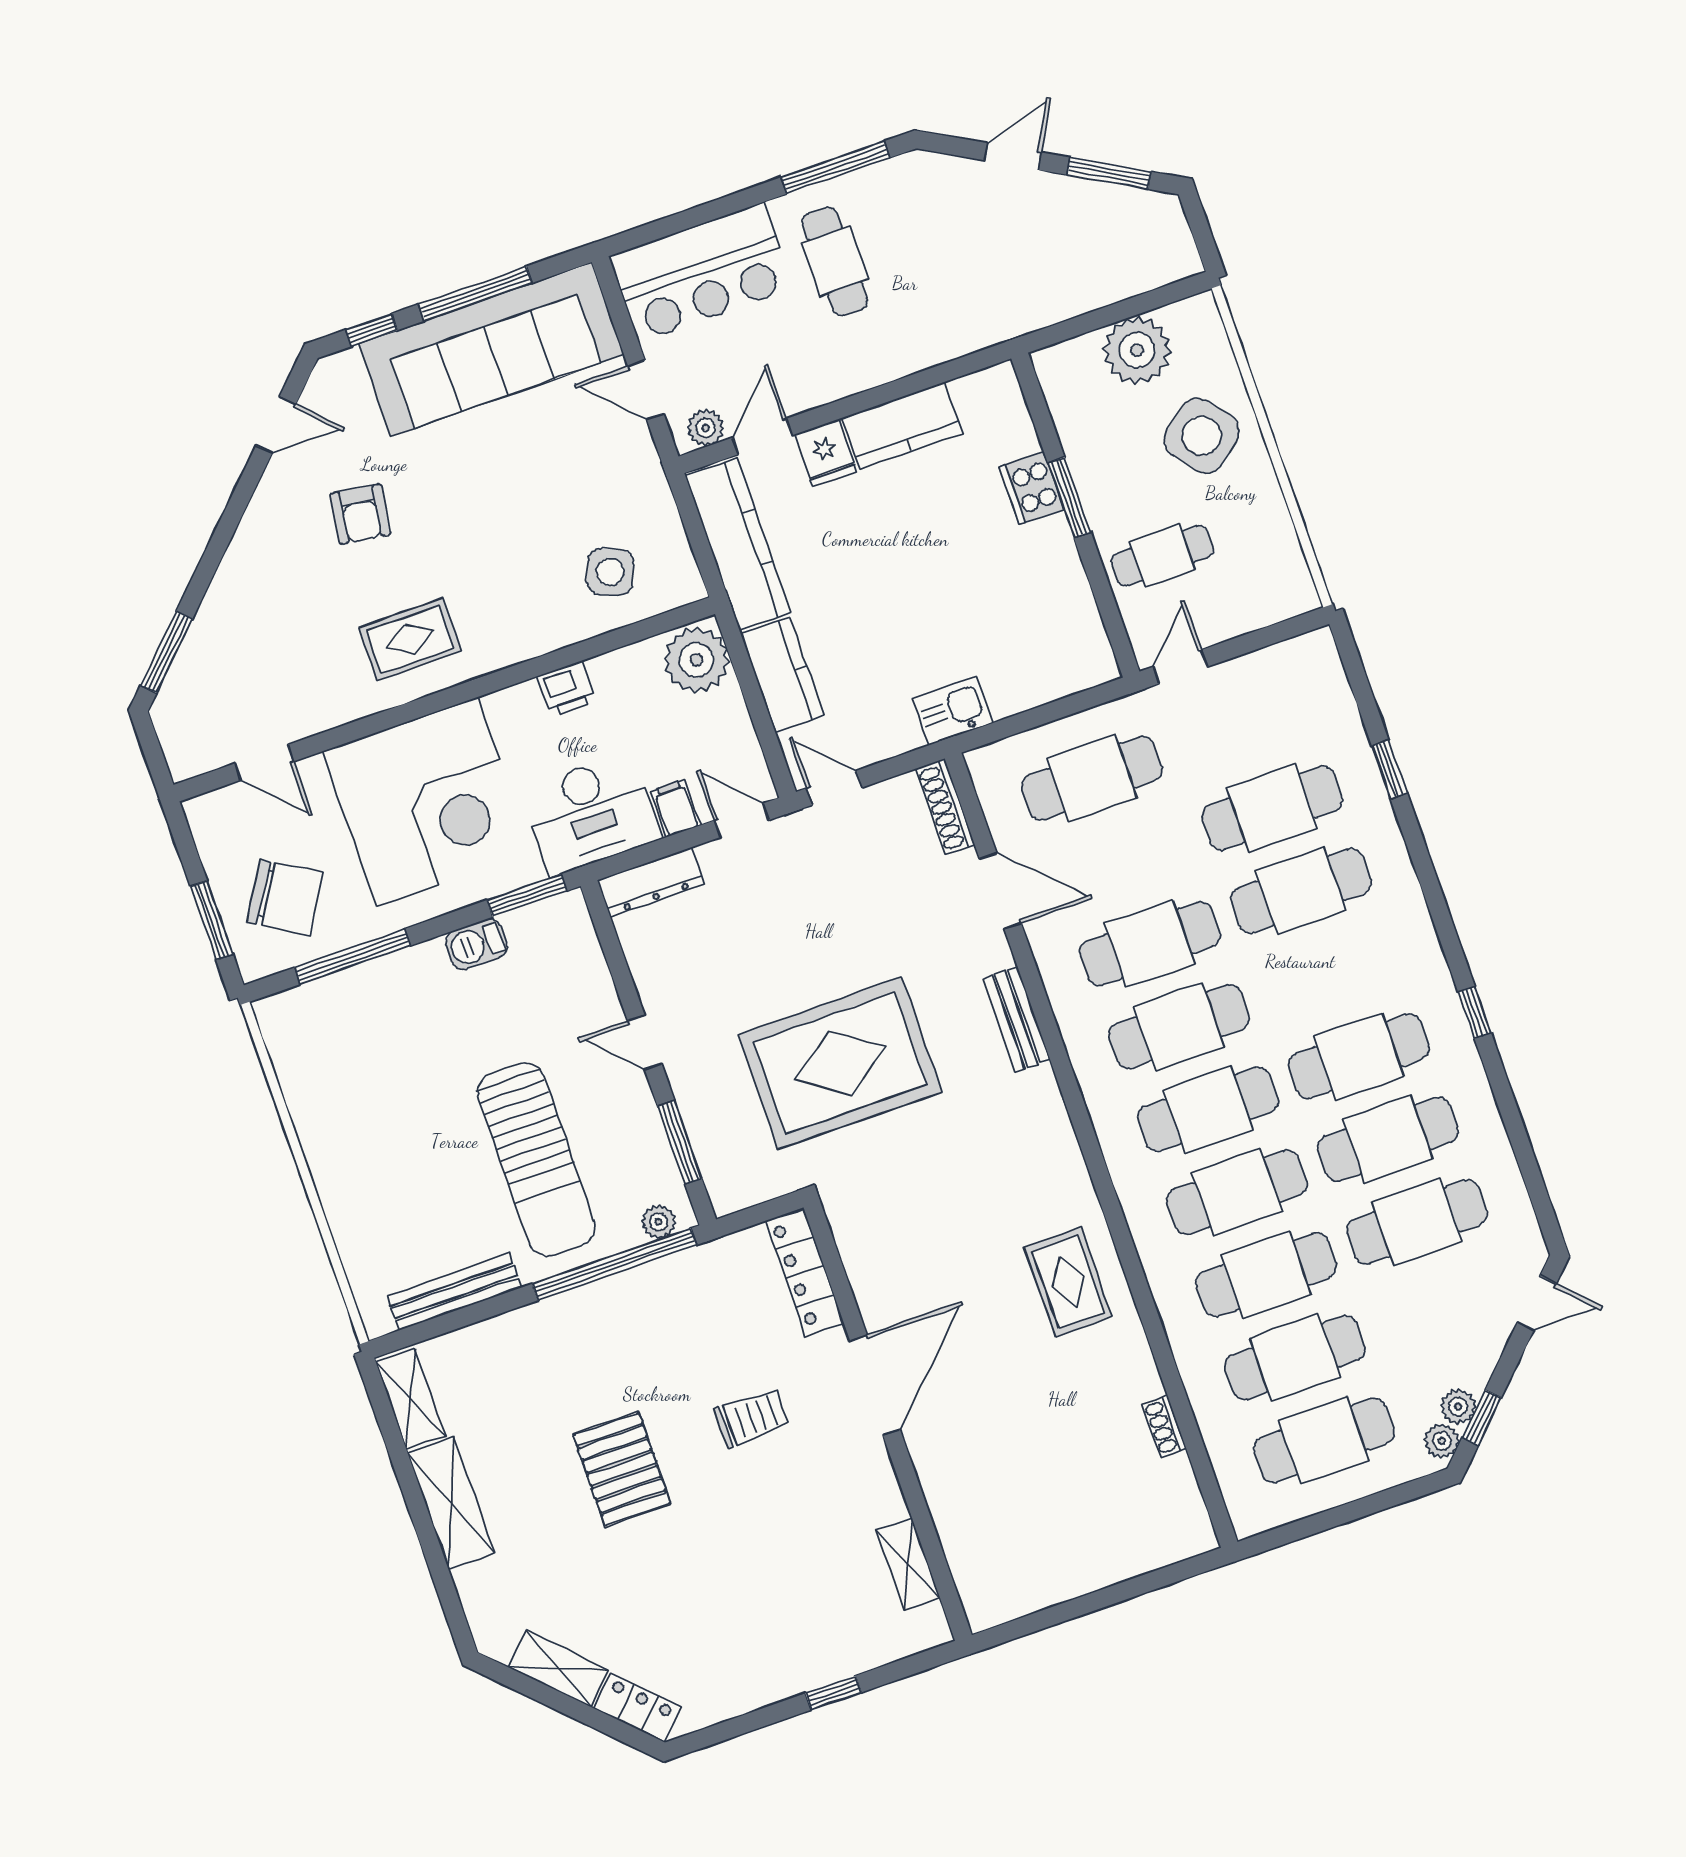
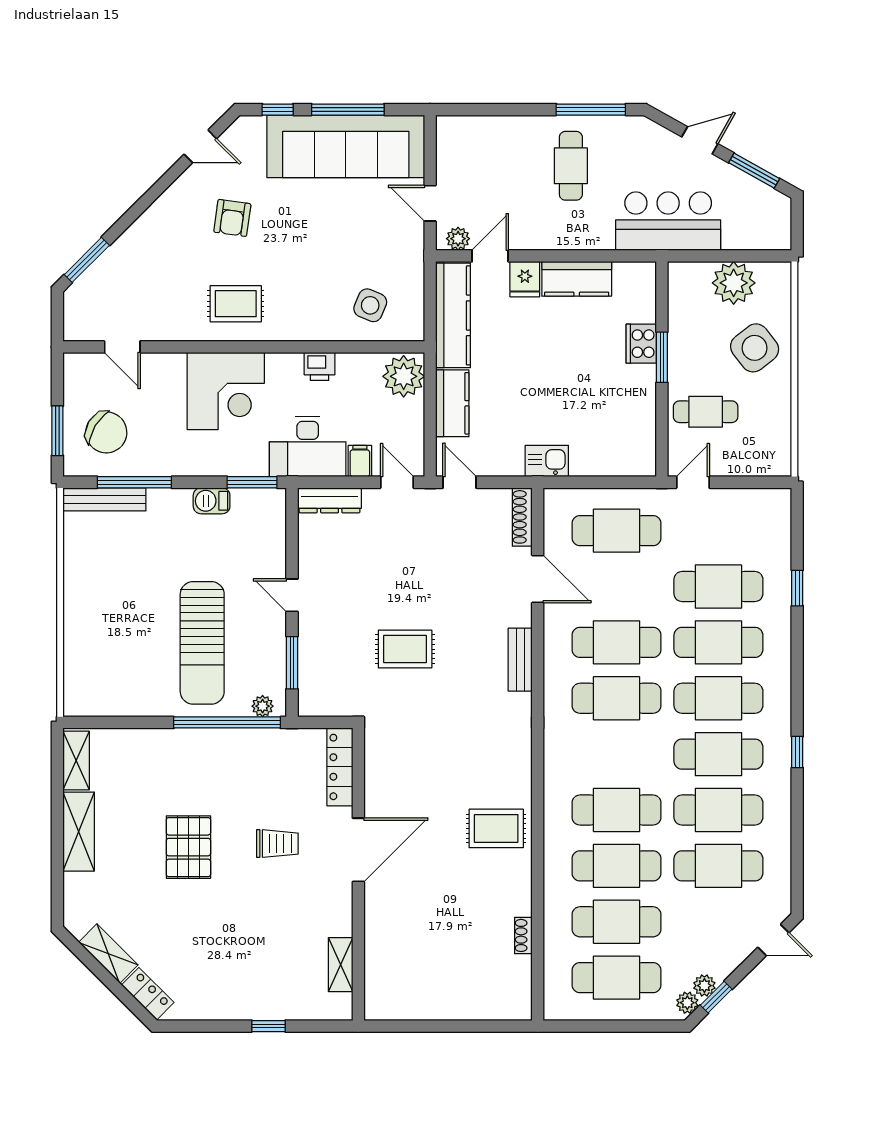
bar counter: (701, 272) -> (668, 221), moved, turned 180
corner desk: (427, 802) -> (226, 391), width x0.74, depth x0.74
rug: (840, 1063) -> (405, 649), width x0.54, depth x0.49
cafe table: (1208, 1109) -> (718, 698), moved
rug: (1068, 1282) -> (496, 828), turned 90
bench: (454, 1292) -> (104, 499), moved

